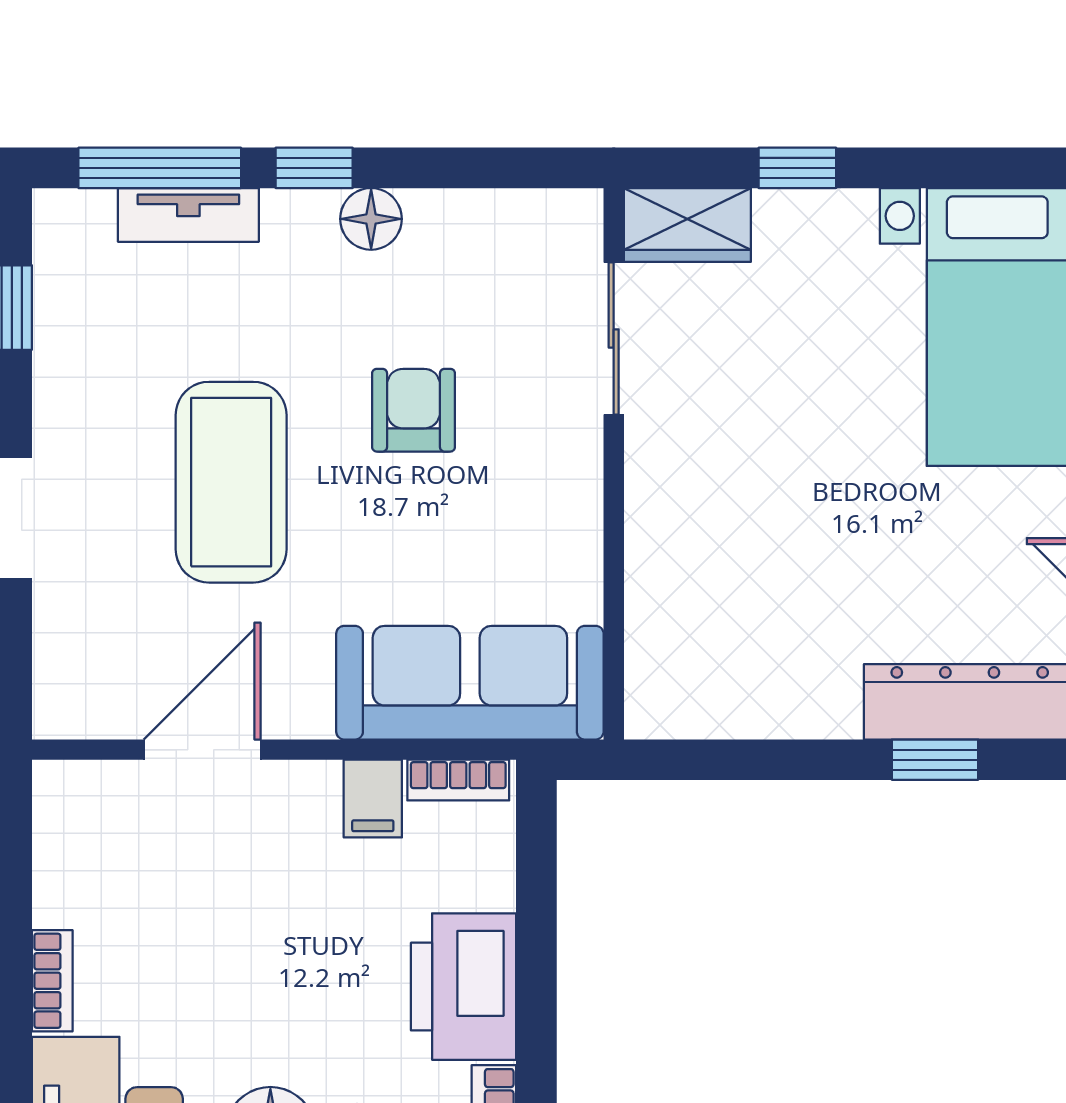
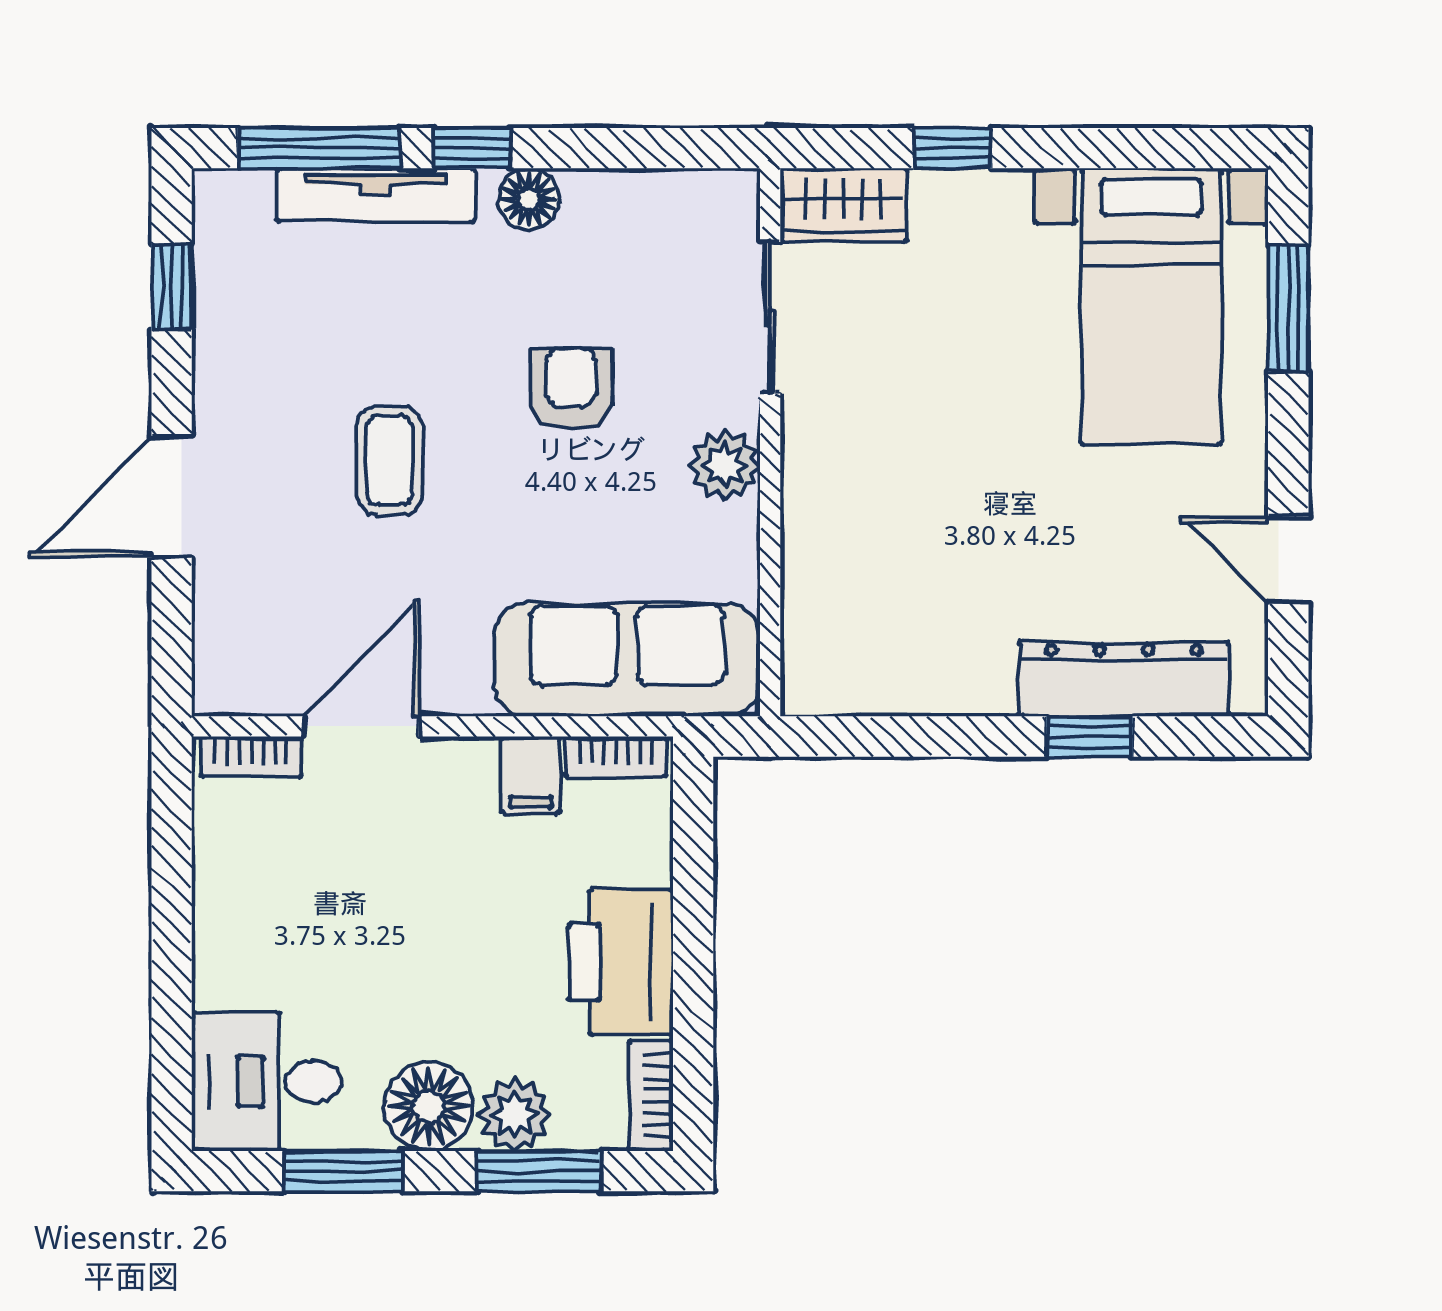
tv unit: (188, 215) -> (376, 195), width x1.41
coffee table: (231, 482) -> (390, 461), width x0.54, depth x0.58
plant: (568, 487) -> (725, 465), added
bookcase: (52, 981) -> (251, 757), moved, turned 90

